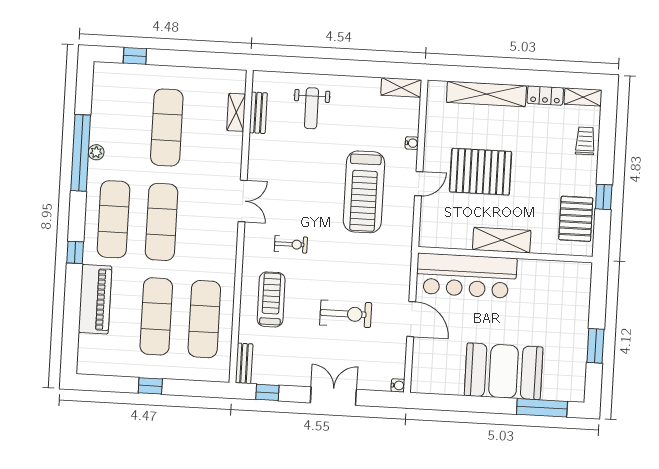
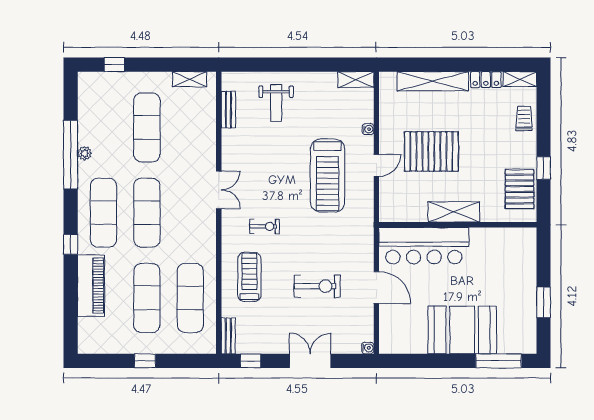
shelving: (236, 112) -> (189, 79), moved, turned 90

